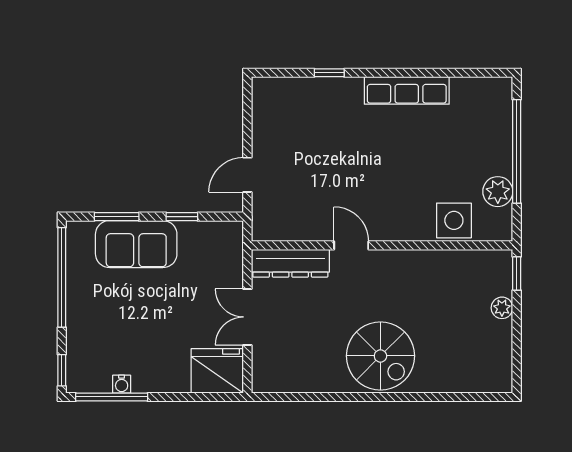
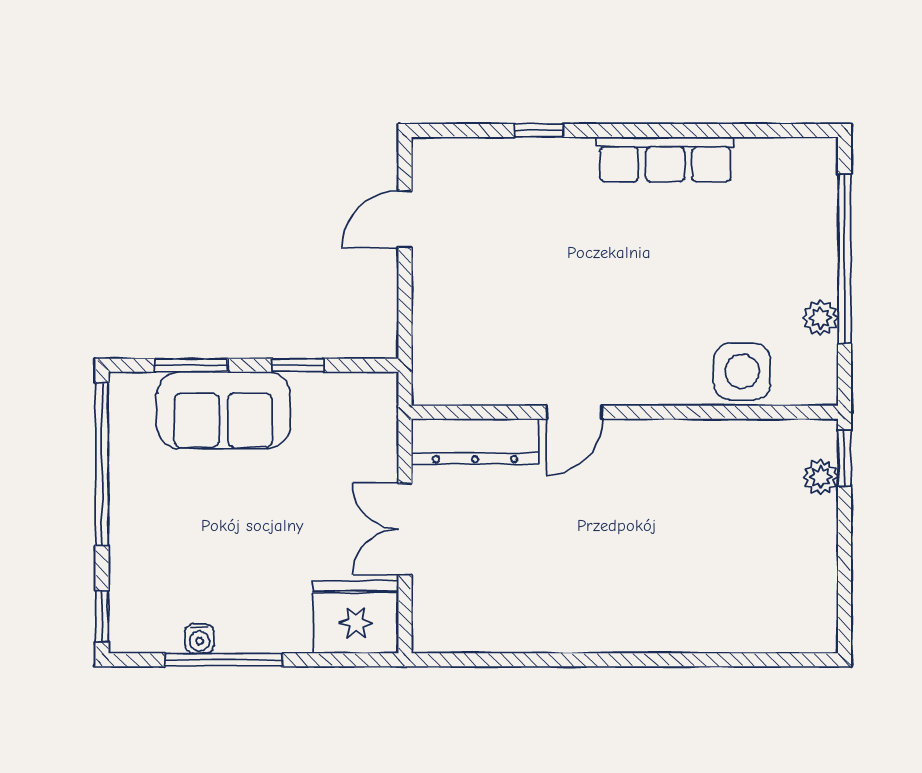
door: (247, 175) -> (405, 219), moved
plant: (498, 192) -> (820, 318), width x0.73, depth x0.73
door: (351, 245) -> (575, 412), swing flipped
plant: (502, 308) -> (821, 477), moved
spiral stairs: (380, 356) -> (622, 593), removed
window: (112, 397) -> (224, 660), moved

